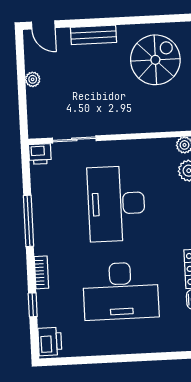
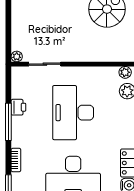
plant: (33, 79) -> (17, 57), moved
printer: (40, 154) -> (18, 107), moved, turned -90

